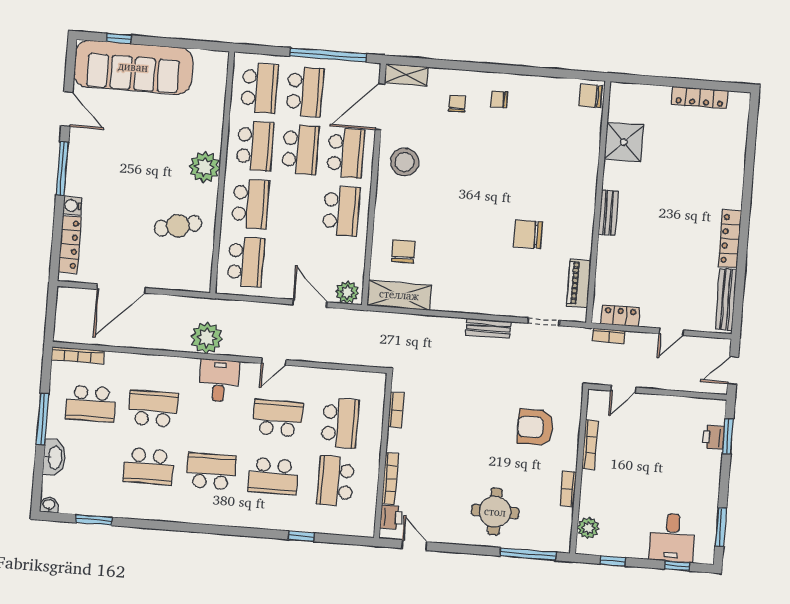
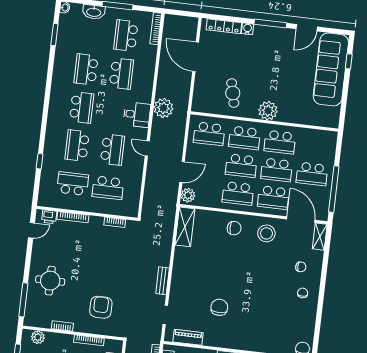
school desk: (259, 88) -> (241, 166), moved
chair: (403, 251) -> (234, 228), moved

